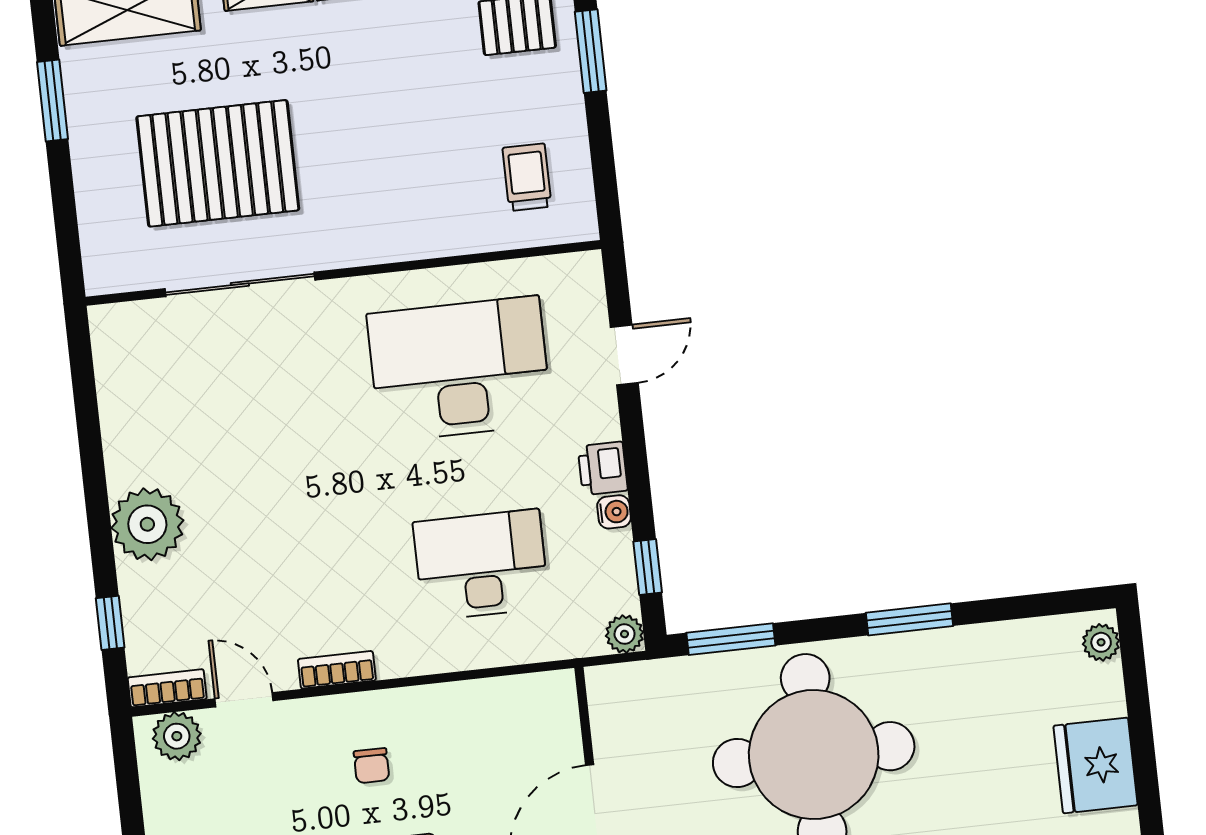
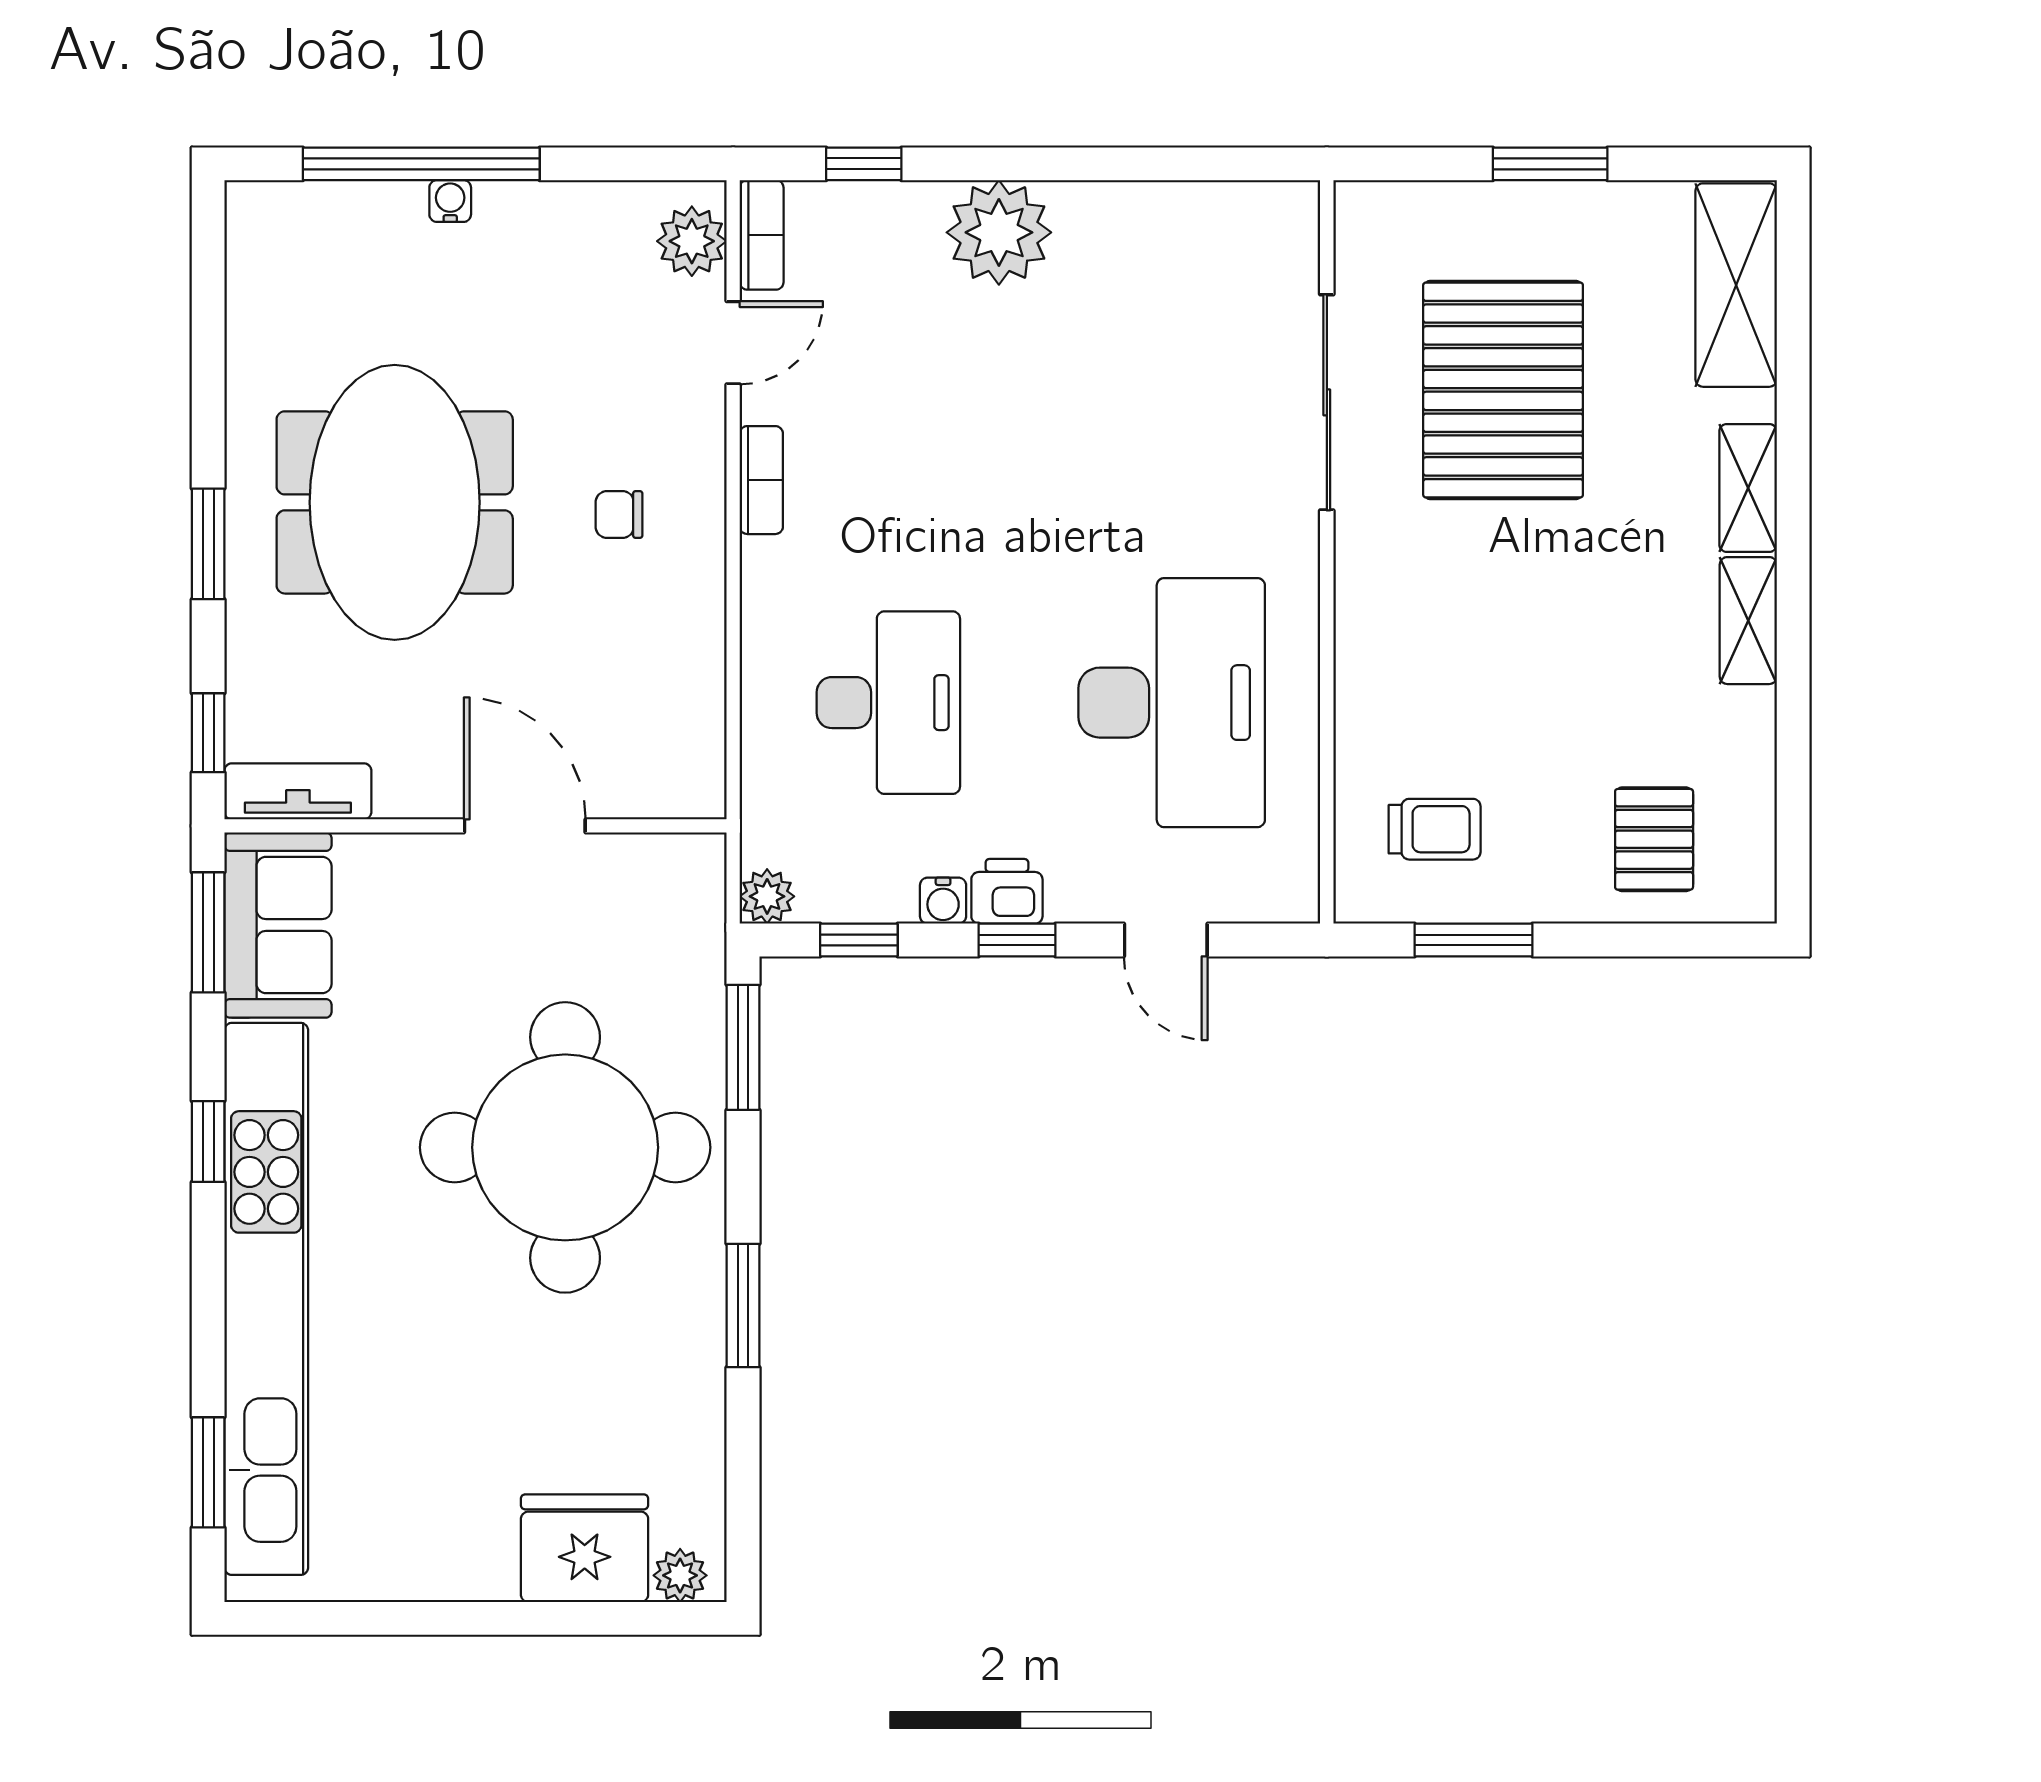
window: (591, 51) -> (1474, 940), moved
window: (52, 100) -> (1550, 164), moved
window: (636, 458) -> (1017, 940), added
fridge: (1096, 765) -> (585, 1548), moved

